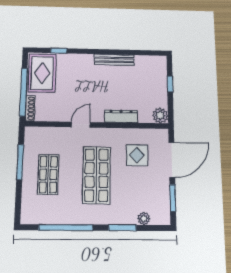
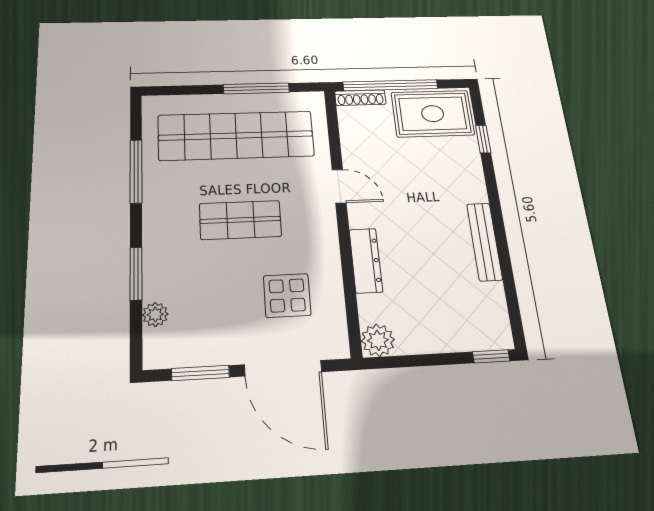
window: (170, 84) -> (491, 356), moved
shop shelf: (48, 174) -> (236, 136), width x2.00, depth x1.36
shop shelf: (96, 175) -> (240, 220), width x0.70, depth x0.74
window: (66, 227) -> (136, 171), width x0.68

